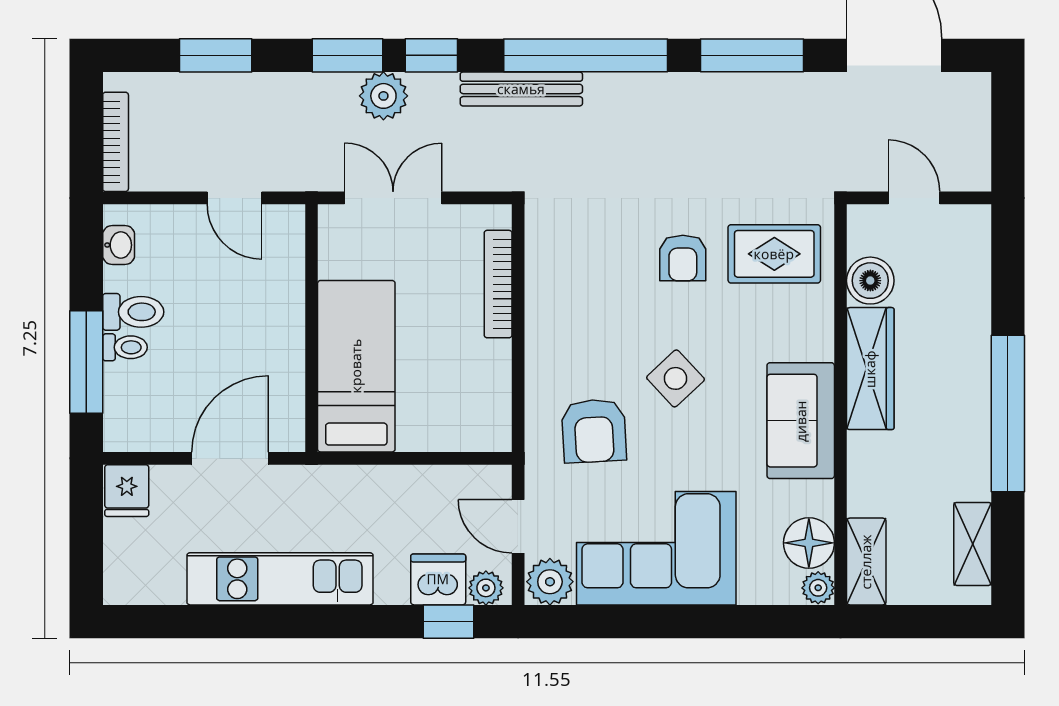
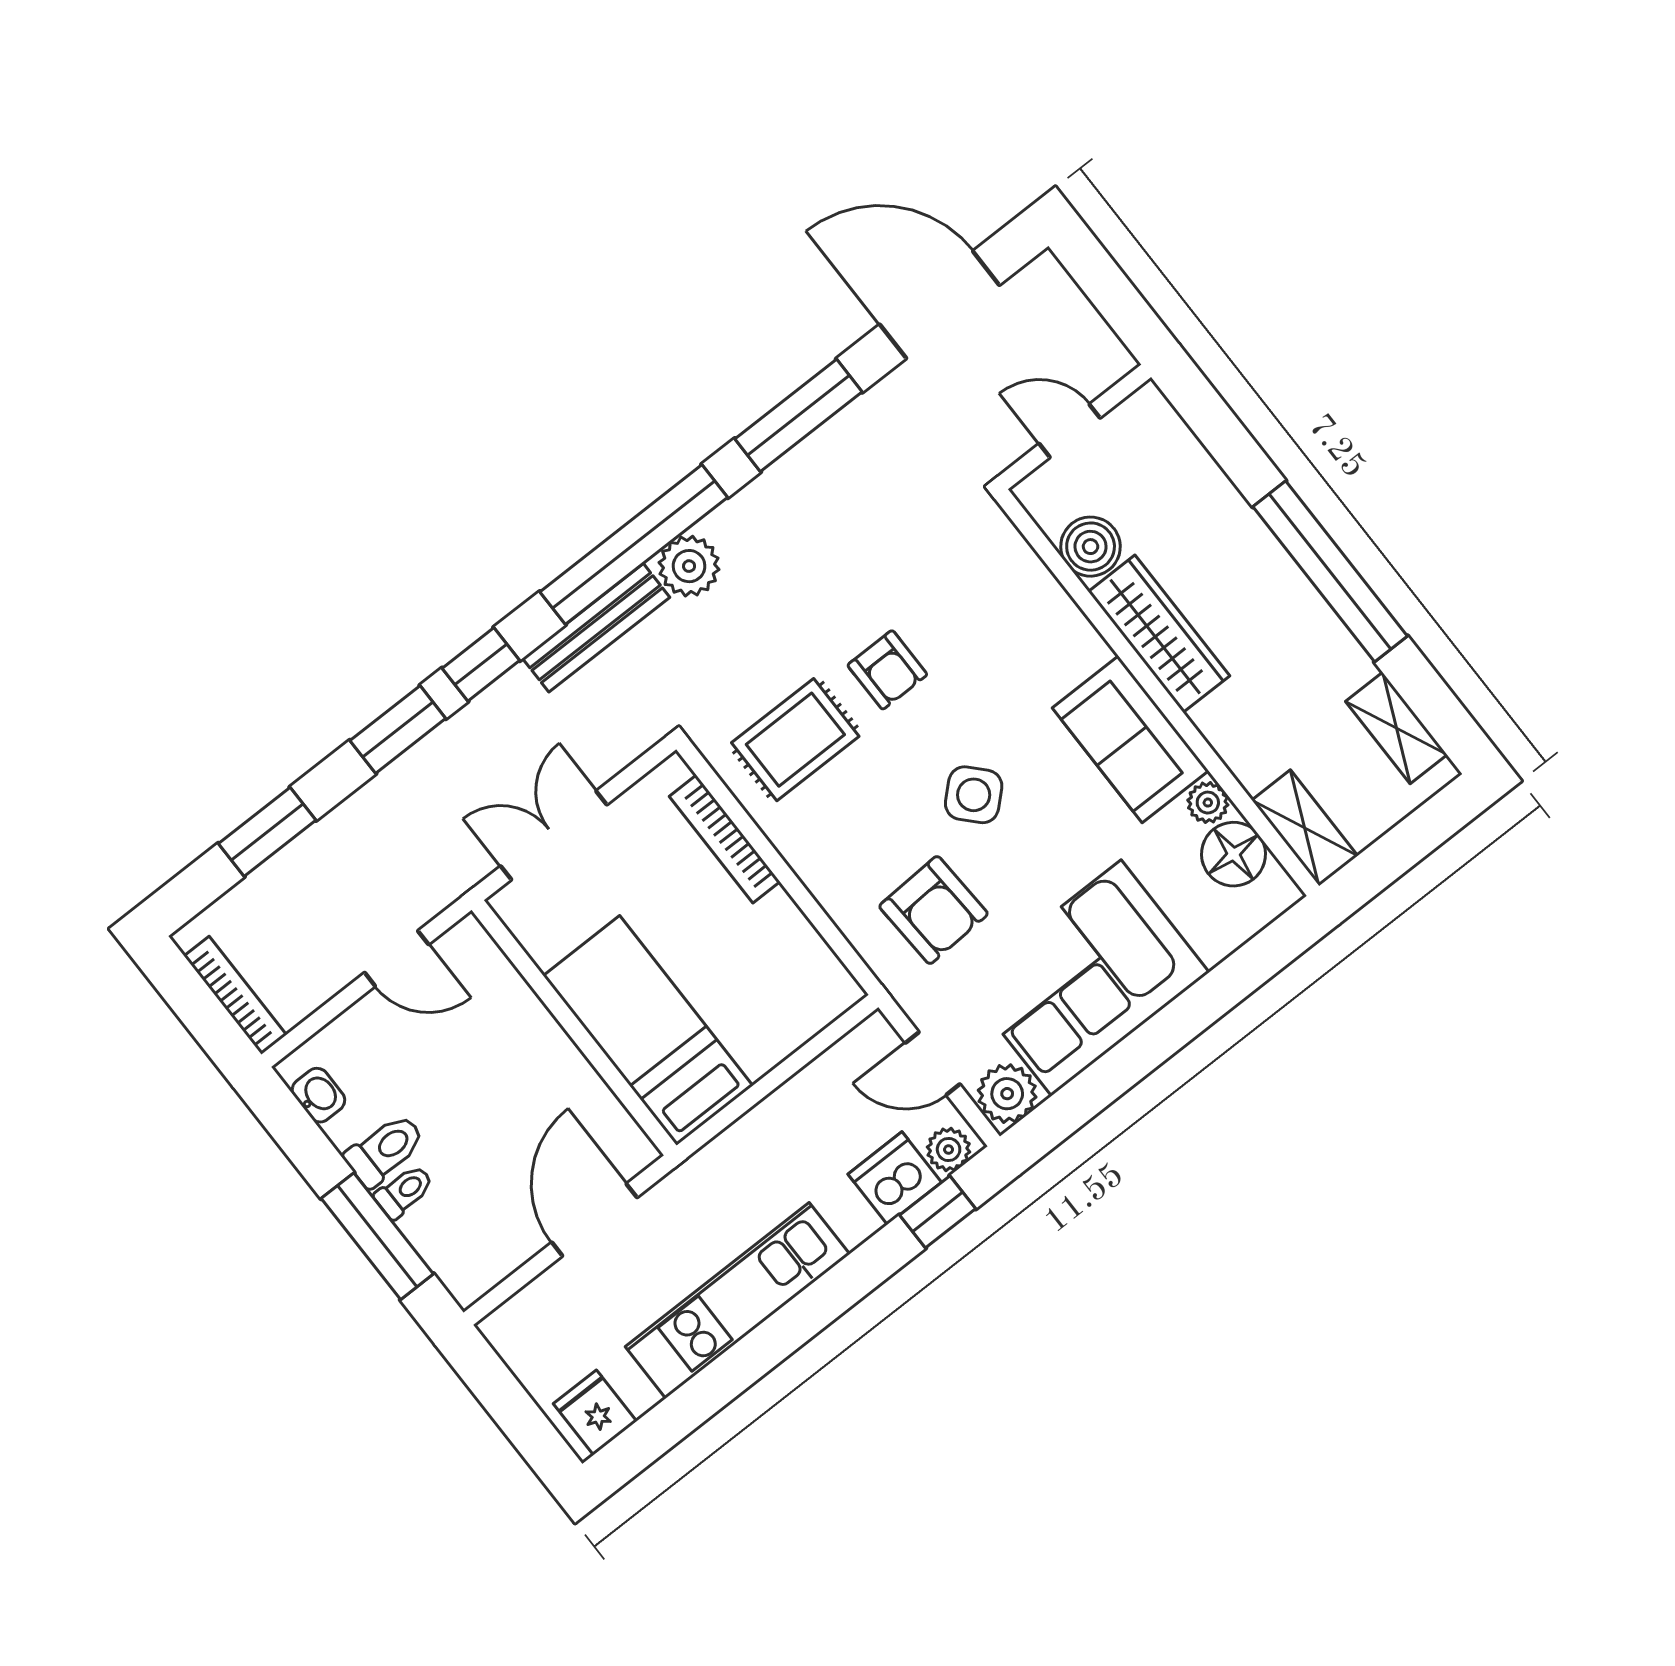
plant: (383, 96) -> (689, 566), moved
rug: (774, 254) -> (795, 740), moved
fridge: (127, 491) -> (595, 1412), moved, turned 180
plant: (818, 588) -> (1208, 803), moved

